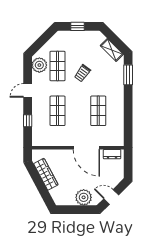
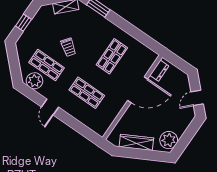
shop shelf: (98, 111) -> (112, 56), turned 90
window: (28, 121) -> (77, 126), removed
plant: (84, 197) -> (169, 140), moved

